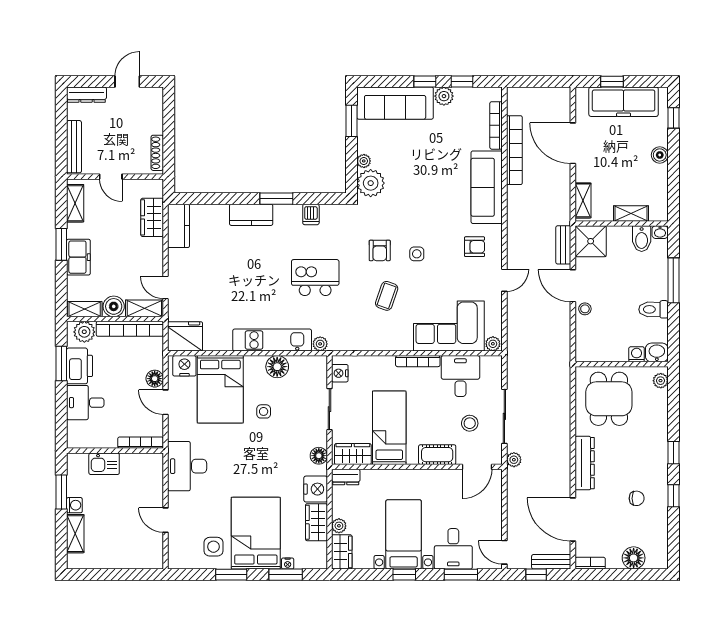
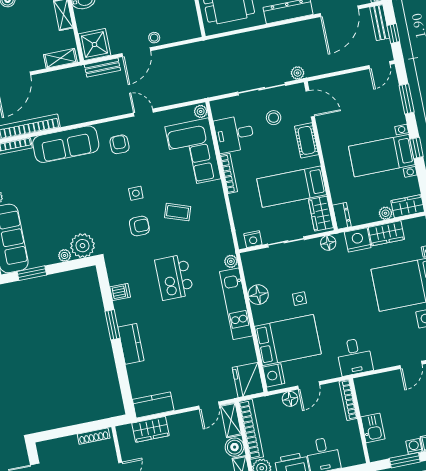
desk: (187, 466) -> (355, 357), width x0.73
desk: (453, 549) -> (386, 110), removed

